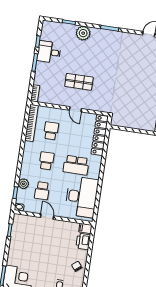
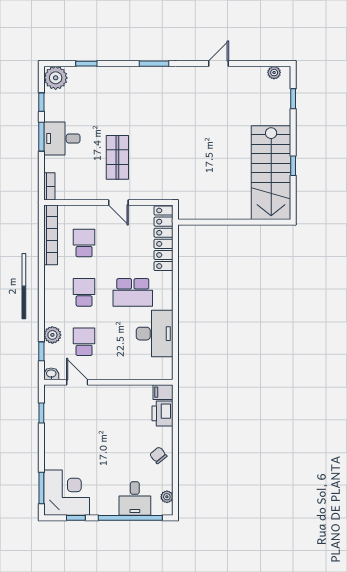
plant: (83, 33) -> (56, 78), moved
desk: (49, 52) -> (62, 139), moved
shop shelf: (79, 82) -> (117, 157), turned 90
school desk: (42, 191) -> (84, 342), turned 180
desk: (81, 197) -> (155, 334), width x0.73, depth x0.77
door: (47, 217) -> (77, 382), moved

